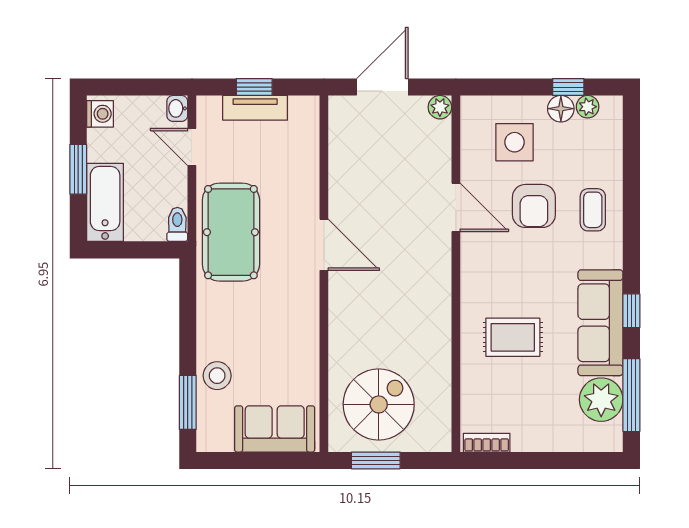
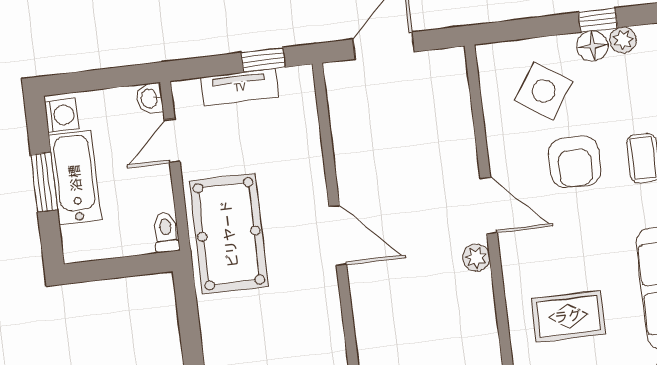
window: (254, 87) -> (263, 60), moved
plant: (440, 107) -> (476, 258), moved
side table: (515, 142) -> (544, 91), turned 34
door: (192, 147) -> (172, 141), hinge flipped
bathtub: (105, 202) -> (75, 178), moved
door: (456, 207) -> (489, 206), moved

